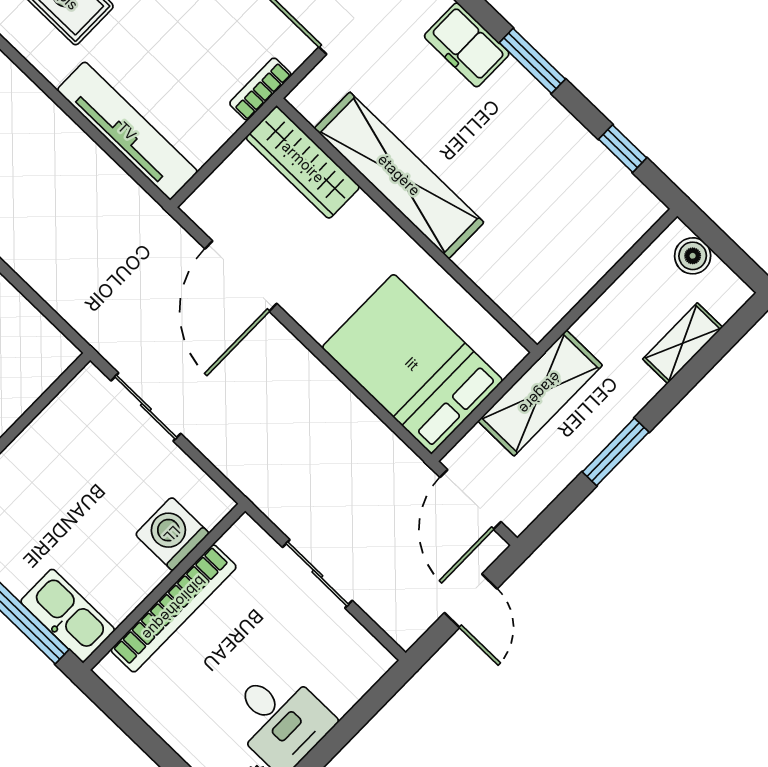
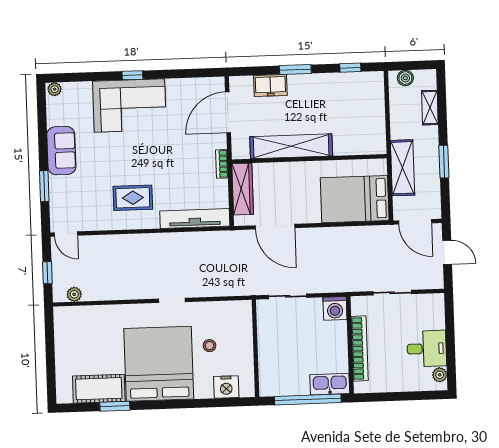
wardrobe: (303, 162) -> (243, 189), moved, turned -90
washing machine: (172, 534) -> (335, 308), moved, turned -90

